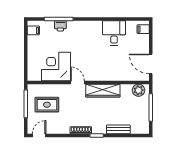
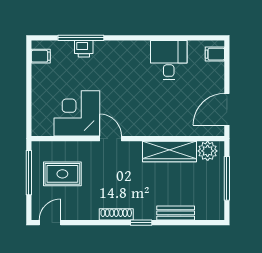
door: (151, 64) -> (227, 109), hinge flipped
wardrobe: (103, 91) -> (170, 152), moved

